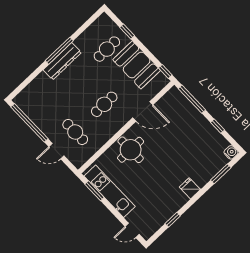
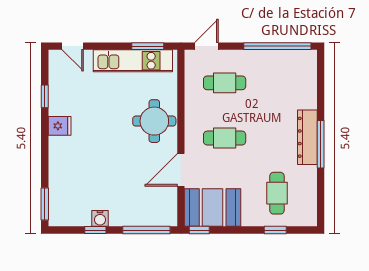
booth: (137, 65) -> (213, 208), moved
cafe table: (104, 104) -> (225, 138), turned 90
door: (56, 151) -> (206, 46), moved
water cooler: (231, 152) -> (100, 218), moved
window: (221, 174) -> (45, 204), moved
fridge: (190, 188) -> (60, 126), moved
door: (132, 230) -> (73, 46), swing flipped

